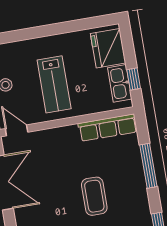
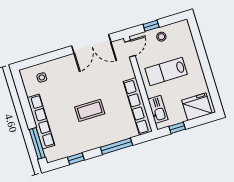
kitchen sink: (120, 83) -> (158, 109), moved, turned 90
row of seats: (108, 128) -> (138, 106), width x1.36

